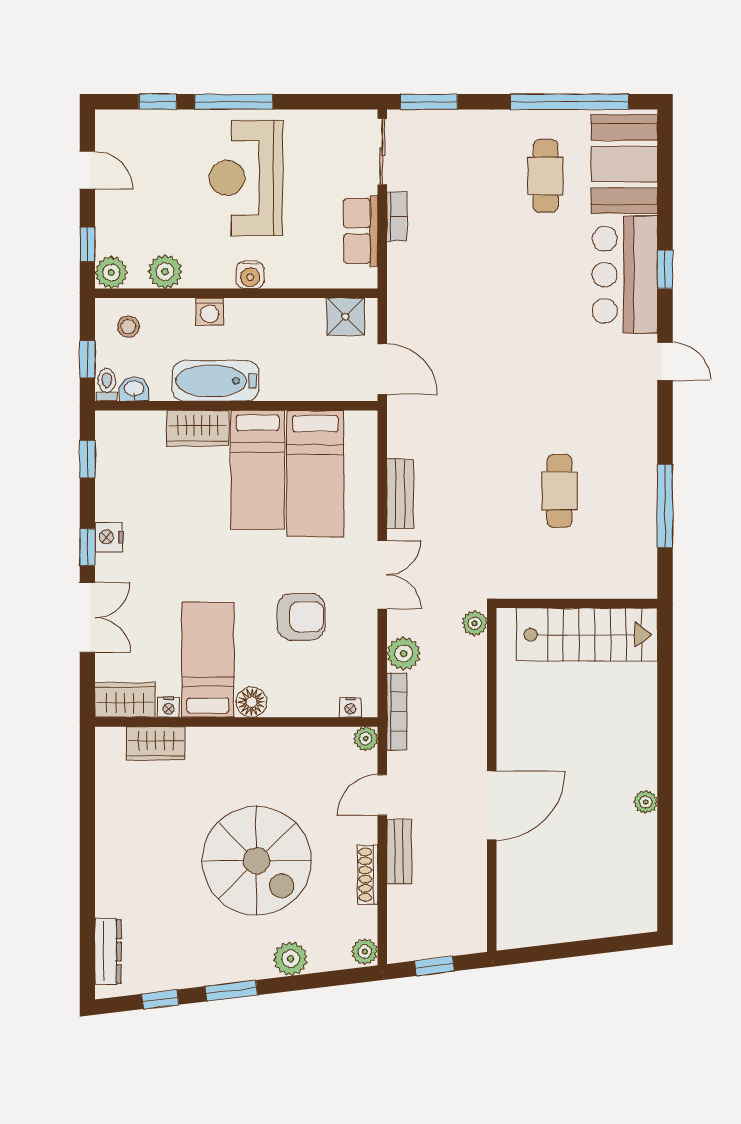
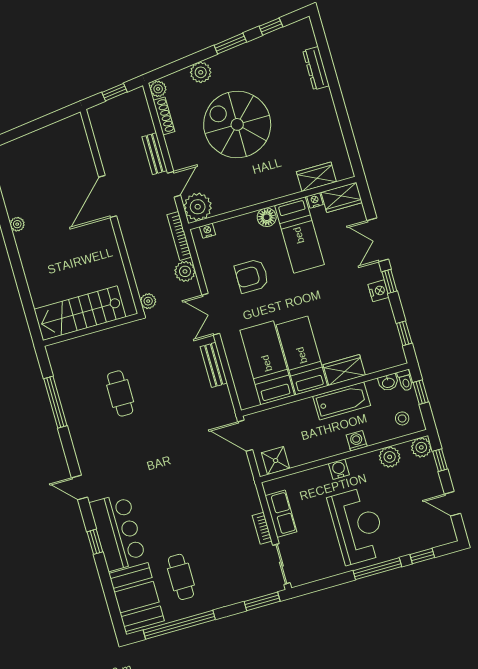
plant: (366, 739) -> (198, 207), width x1.87, depth x1.87
shoe rack: (368, 875) -> (164, 116), moved
dresser: (108, 951) -> (316, 68), moved

